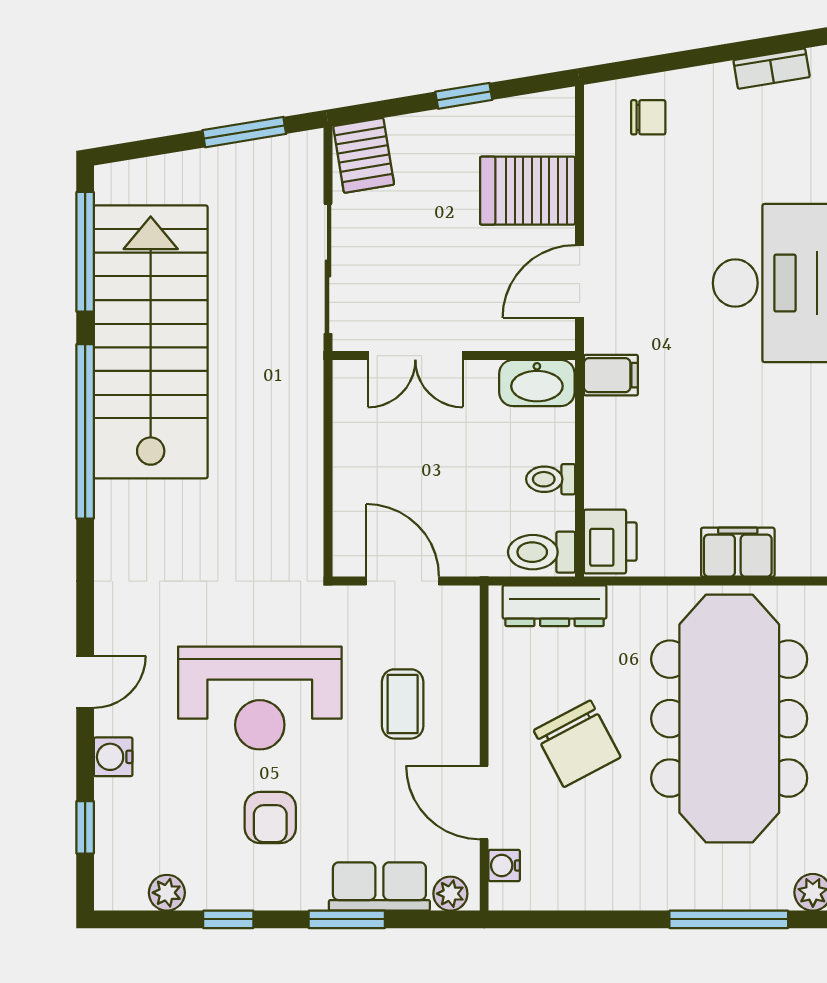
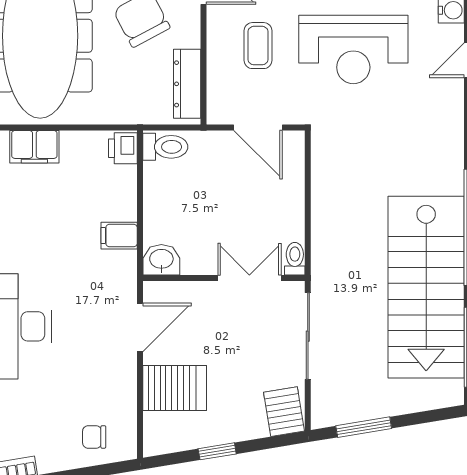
filing cabinet: (611, 375) -> (119, 236), moved
washbasin: (537, 383) -> (161, 260), width x0.72
toilet: (551, 479) -> (295, 259), moved, turned -90
printer: (610, 542) -> (123, 148), width x0.73, depth x0.81
dresser: (555, 606) -> (187, 84), moved, turned -90
reception desk: (260, 698) -> (353, 49), turned 180

